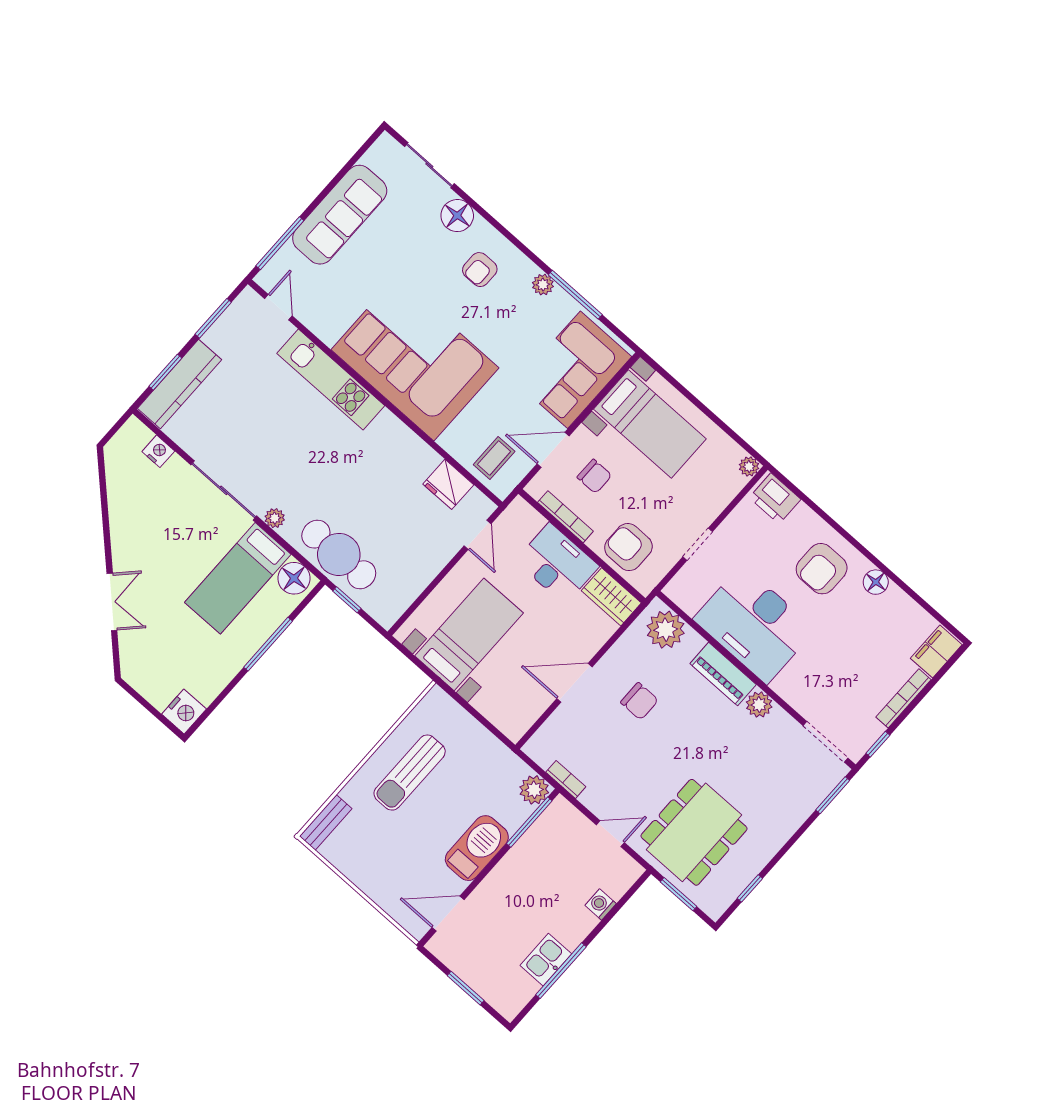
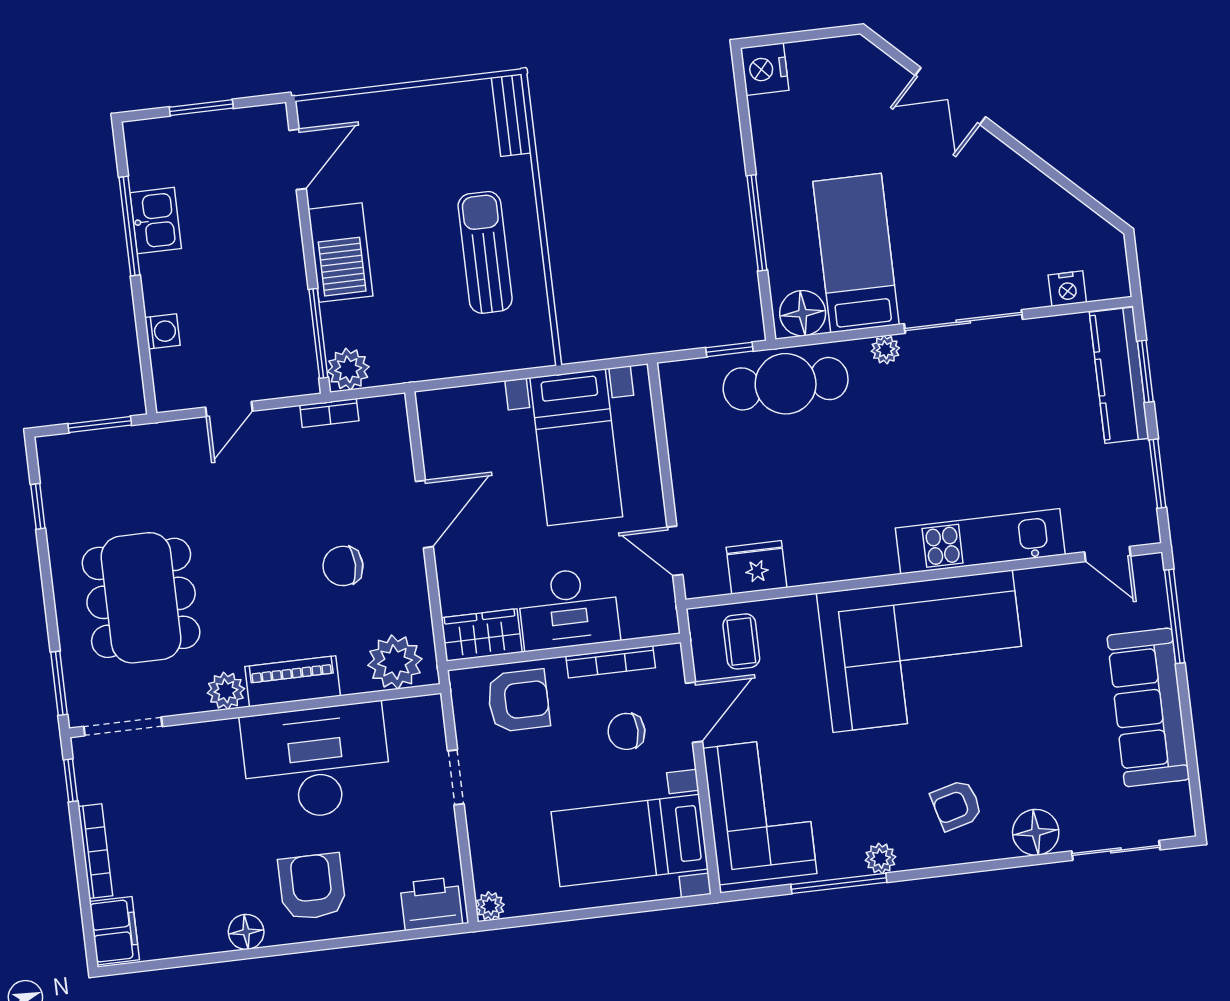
armchair: (480, 270) -> (956, 805), turned -105
dining table: (694, 832) -> (141, 598), moved

